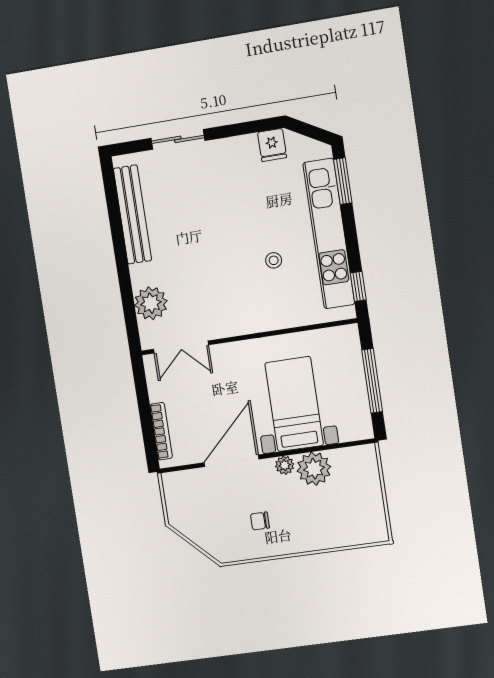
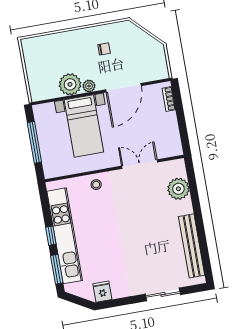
stool: (274, 260) -> (96, 185), moved
window: (358, 286) -> (51, 236), moved
double door: (181, 347) -> (140, 164), moved
bookcase: (161, 431) -> (169, 99), width x0.64

